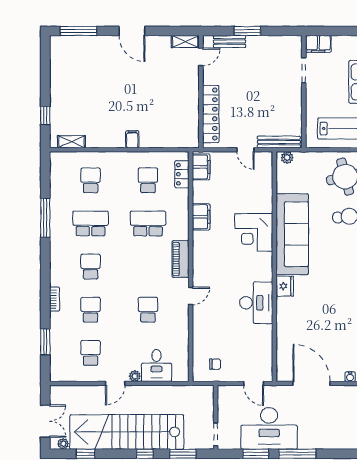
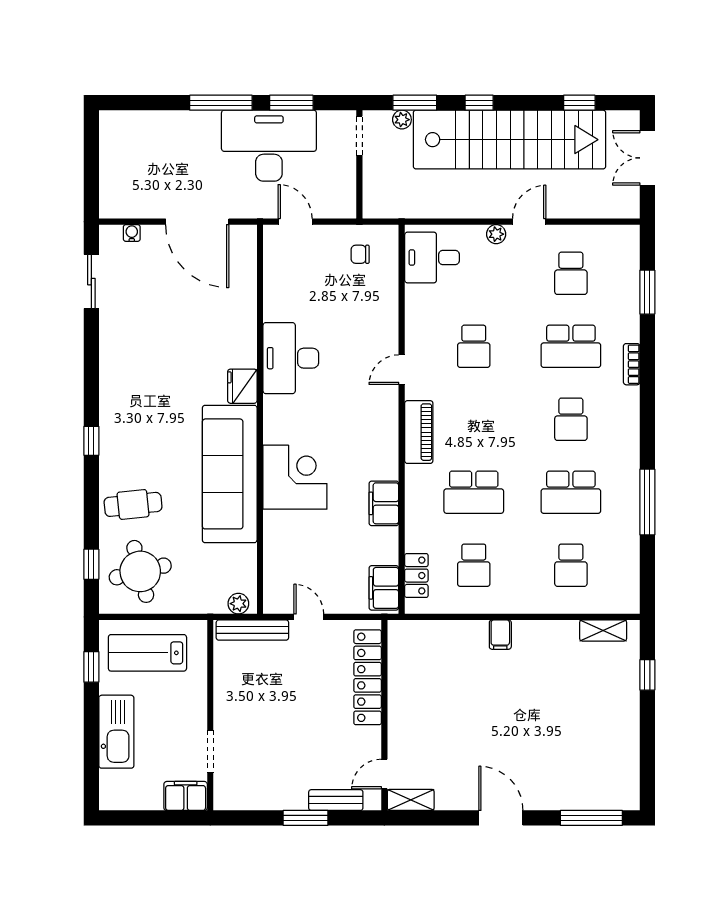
school desk: (91, 310) -> (571, 346), width x1.85
desk: (157, 366) -> (432, 258), moved, turned -90
plant: (63, 444) -> (402, 120), moved

